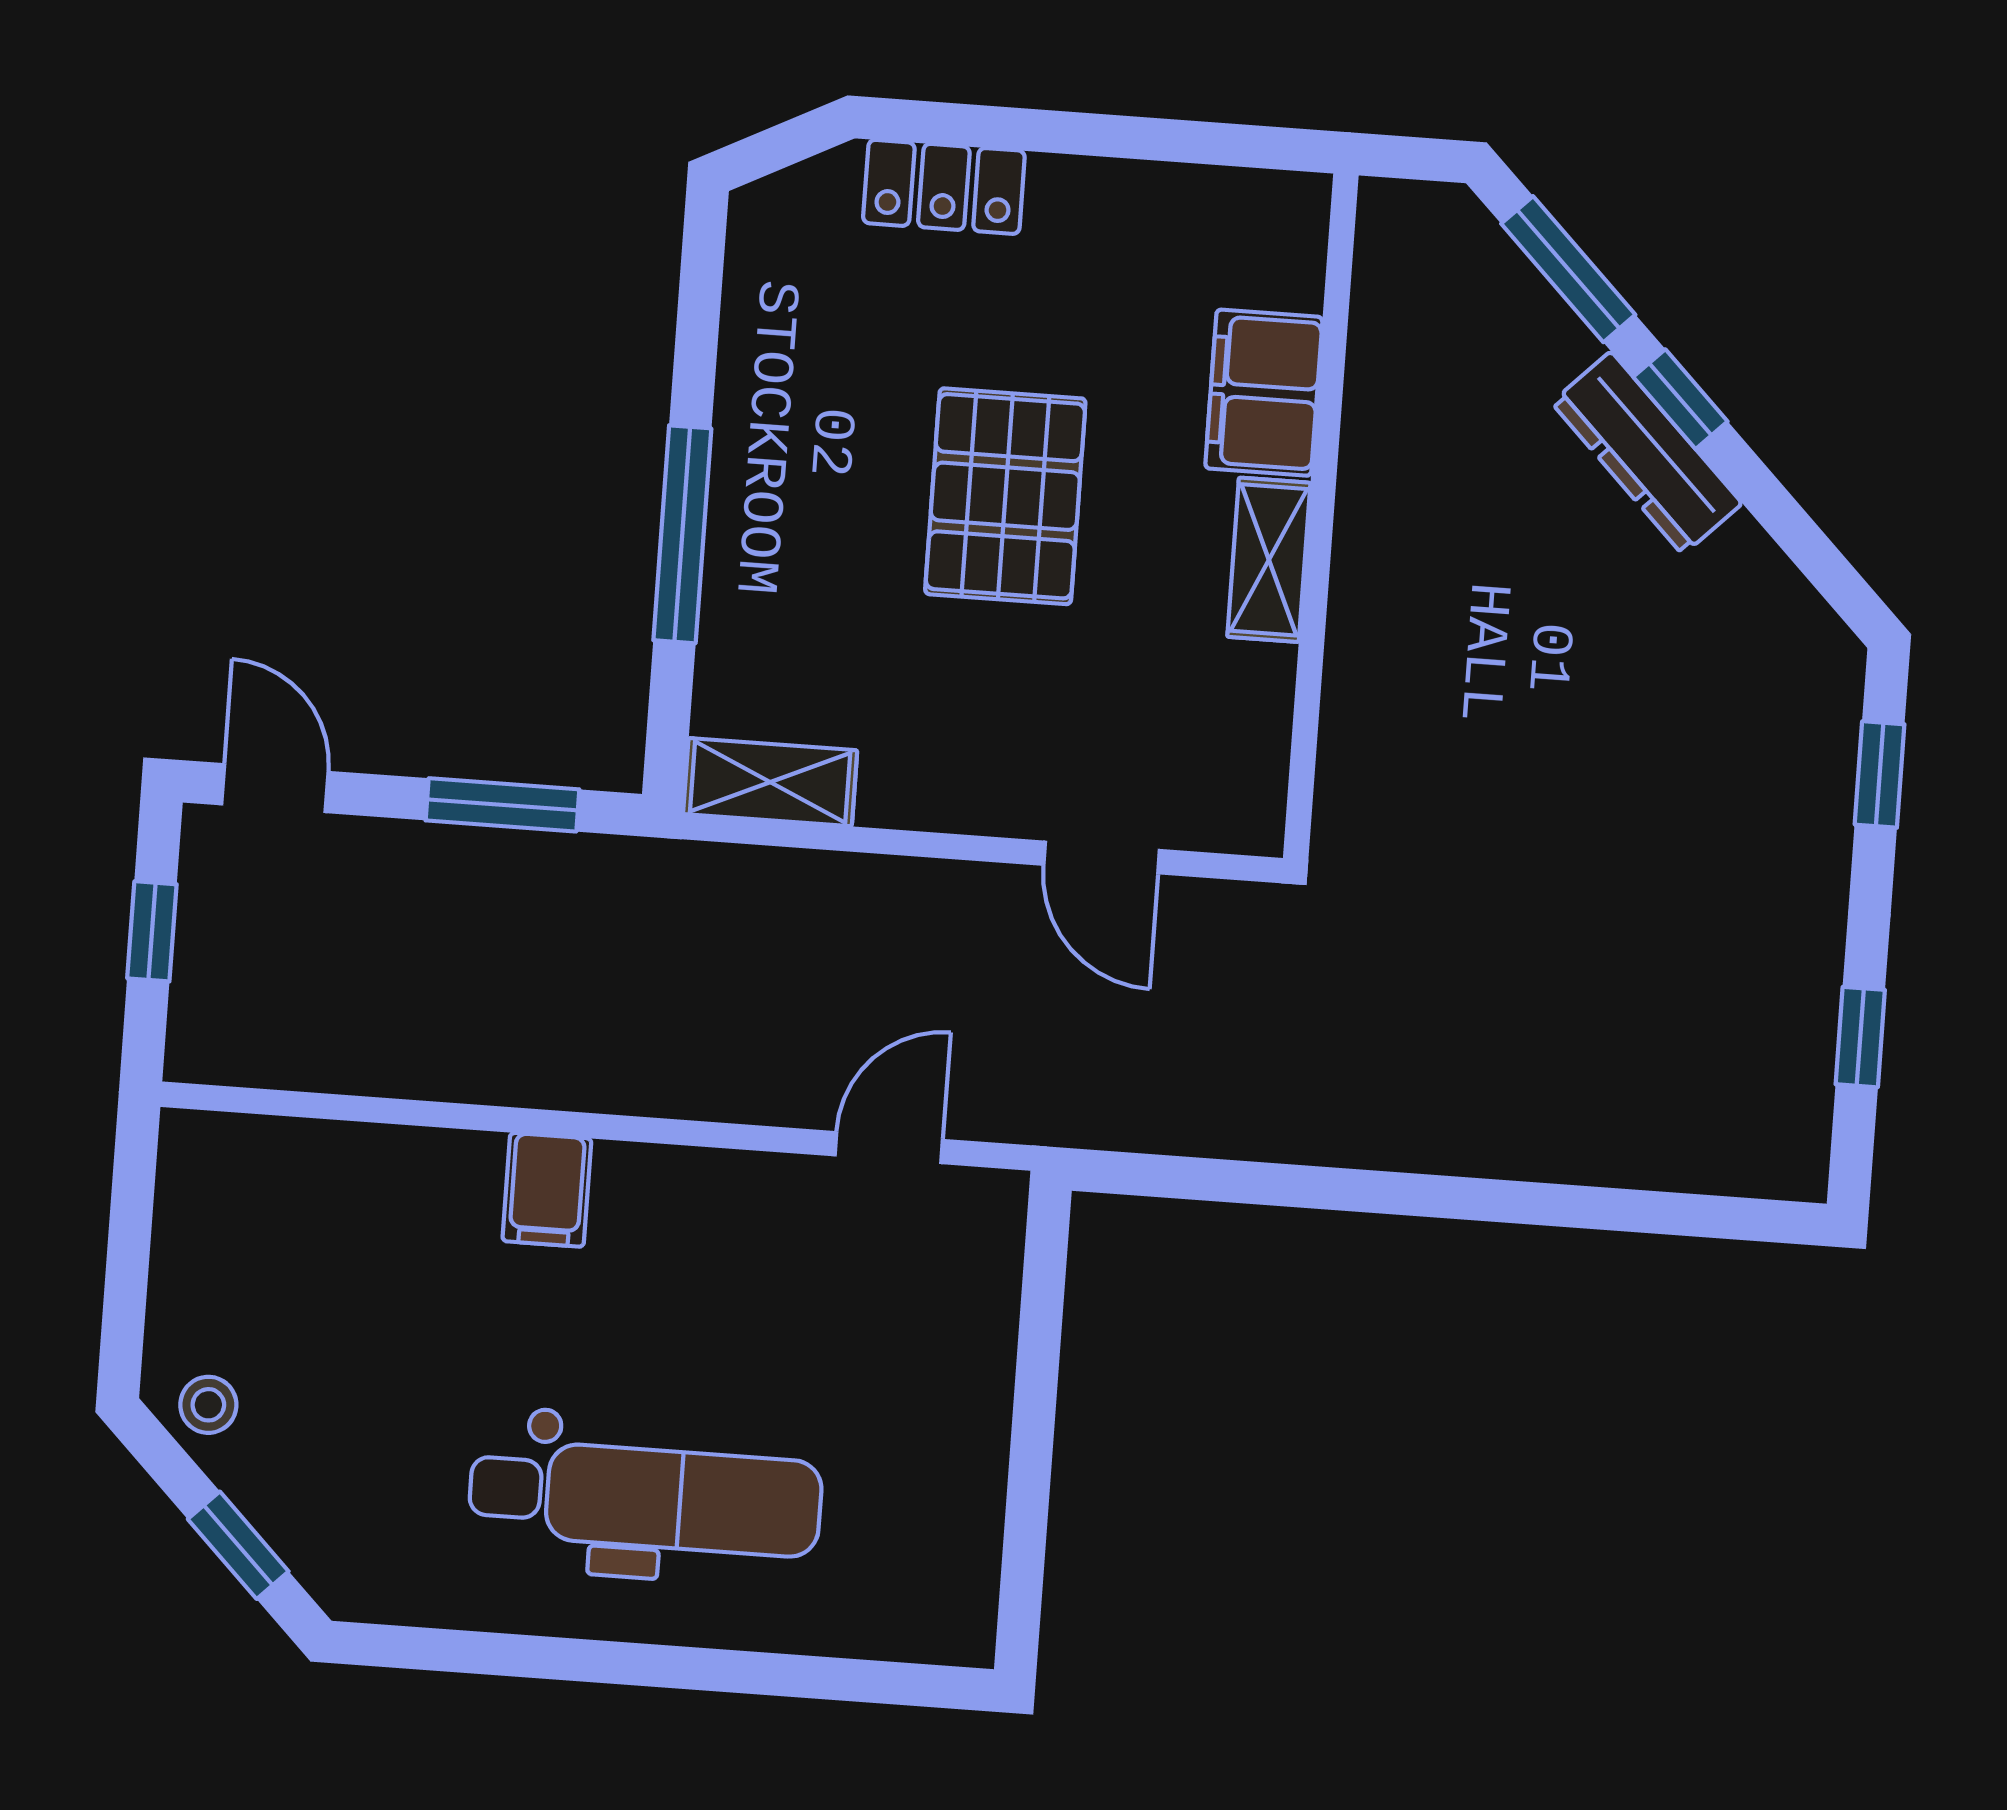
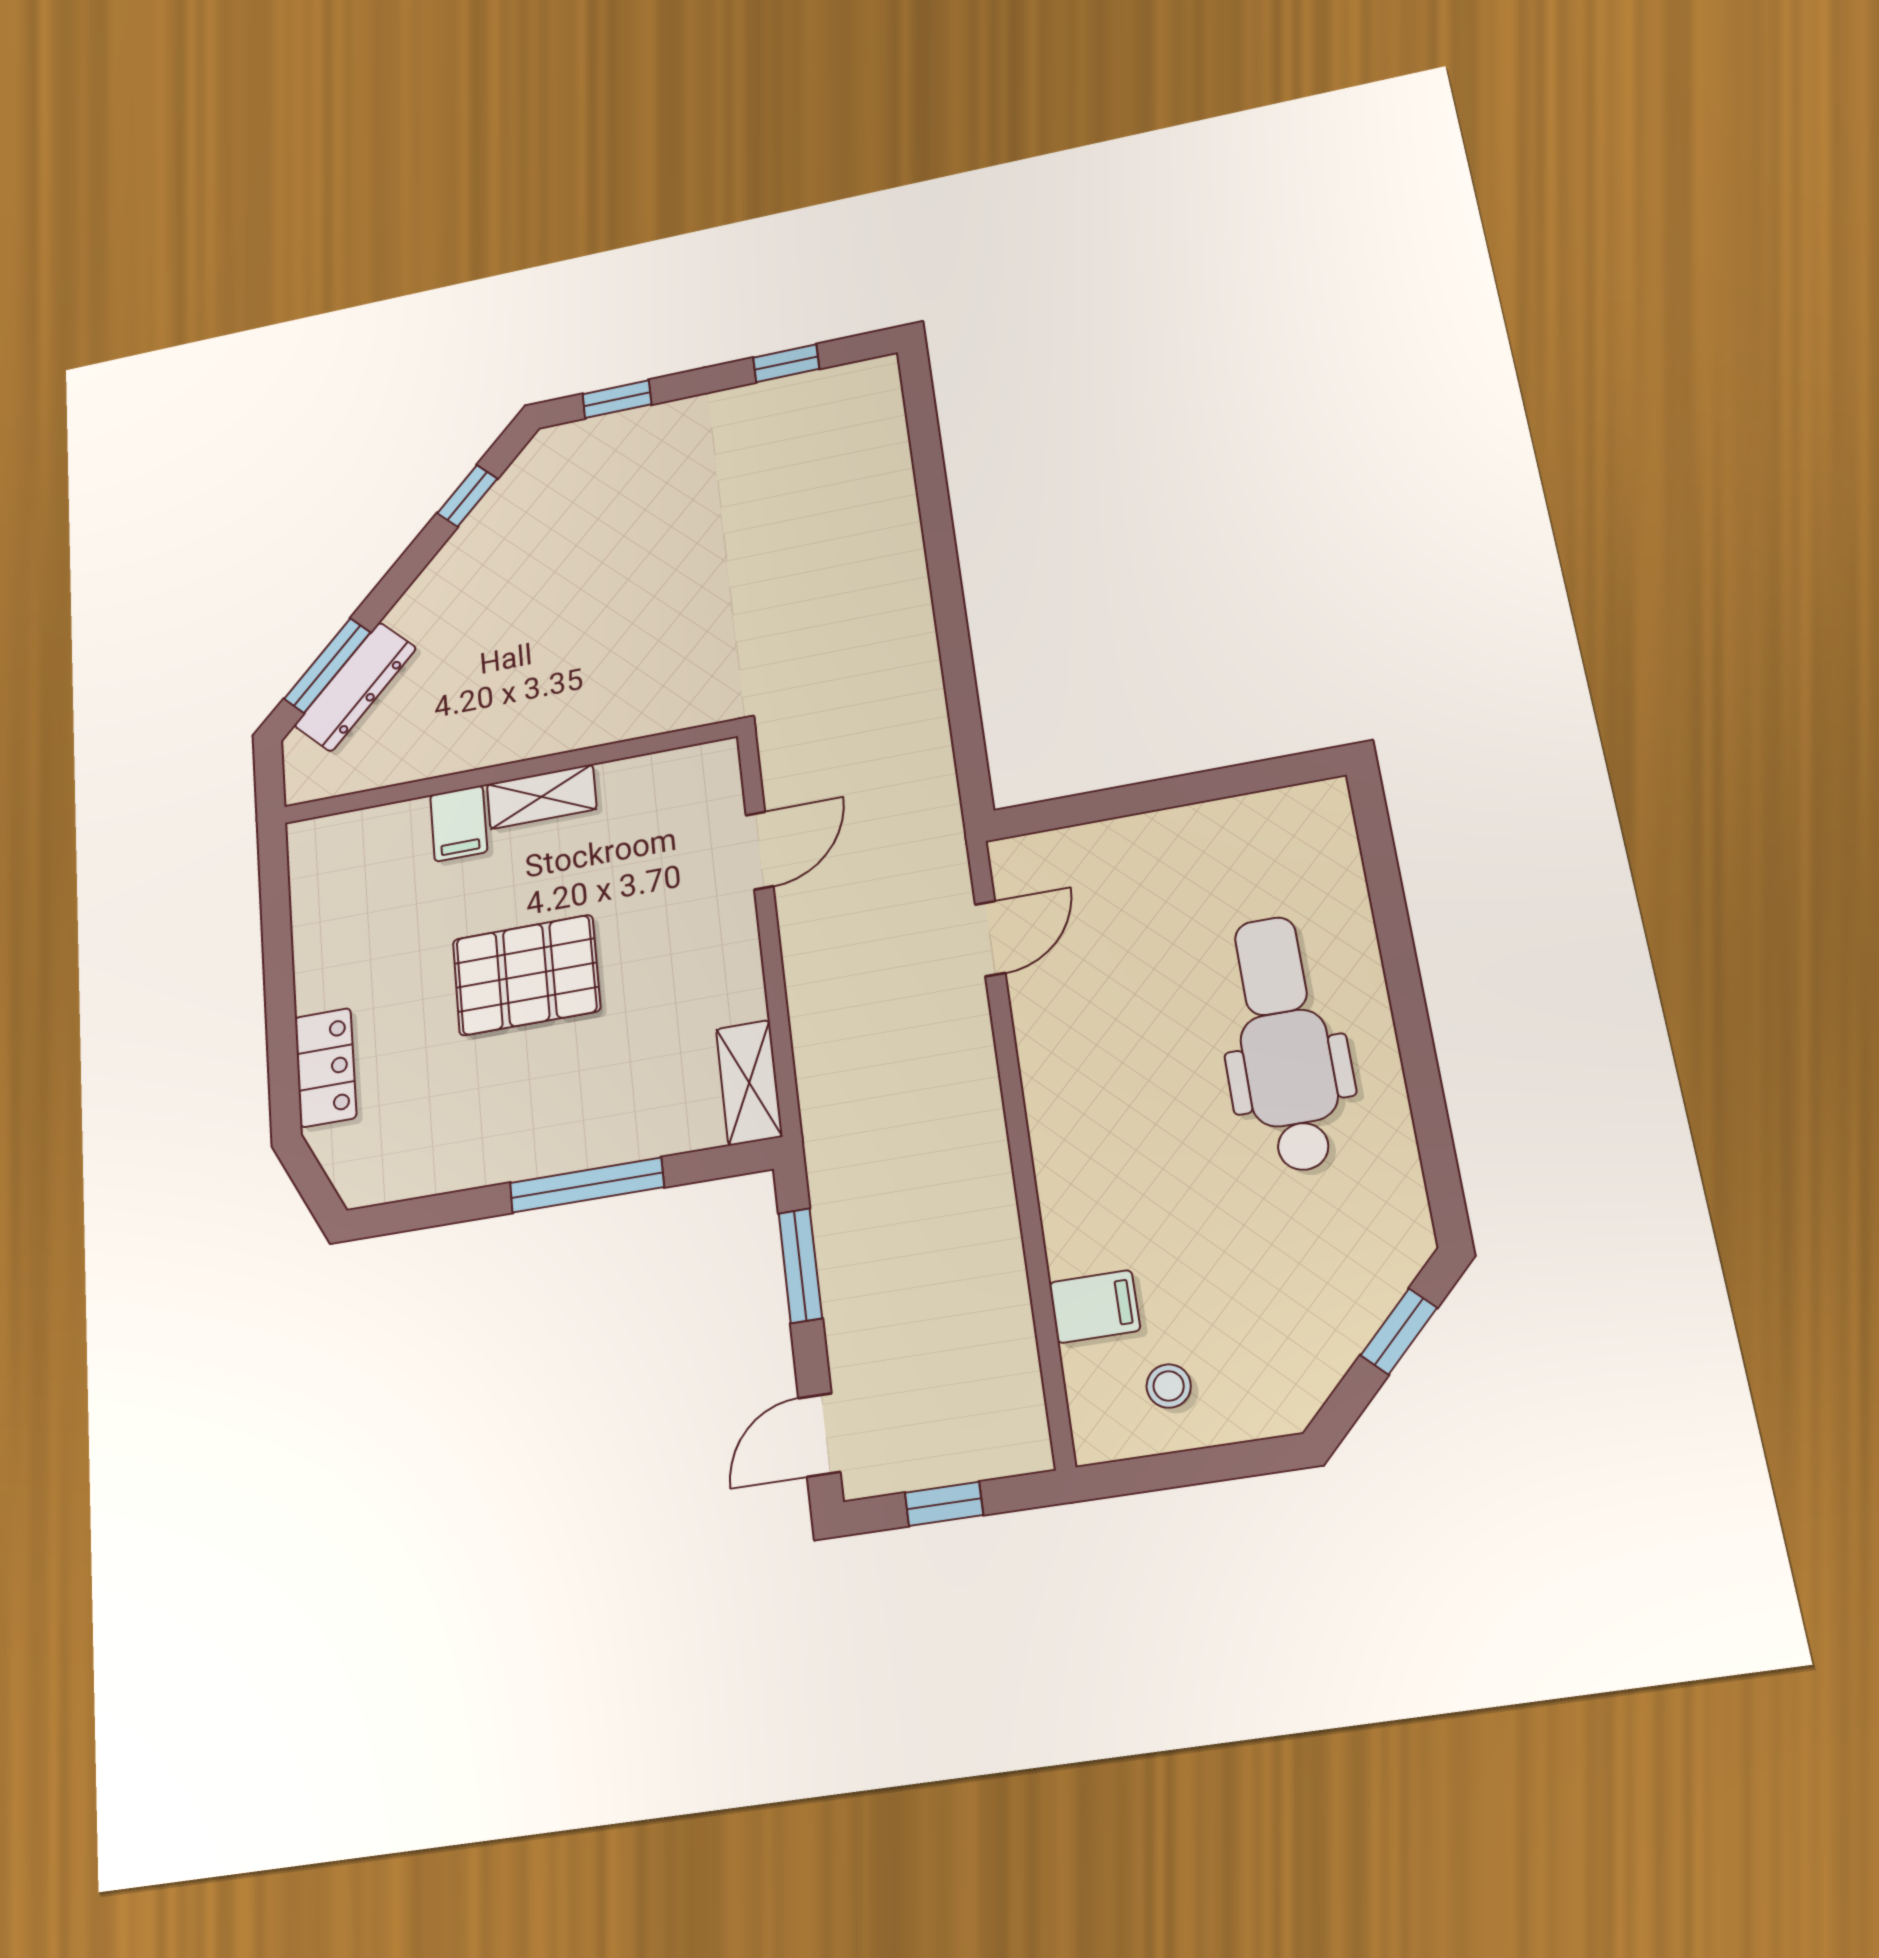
filing cabinet: (1264, 393) -> (459, 823), width x0.50
window: (1680, 399) -> (467, 496), moved
dresser: (1647, 453) -> (355, 687), moved
door: (889, 1148) -> (990, 939), swing flipped
filing cabinet: (547, 1190) -> (1095, 1307), moved
stool: (208, 1405) -> (1169, 1386), moved

